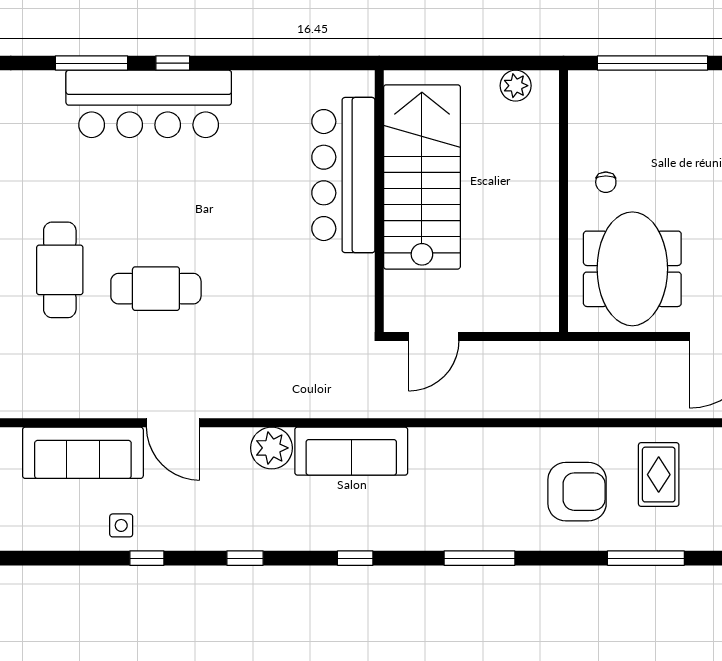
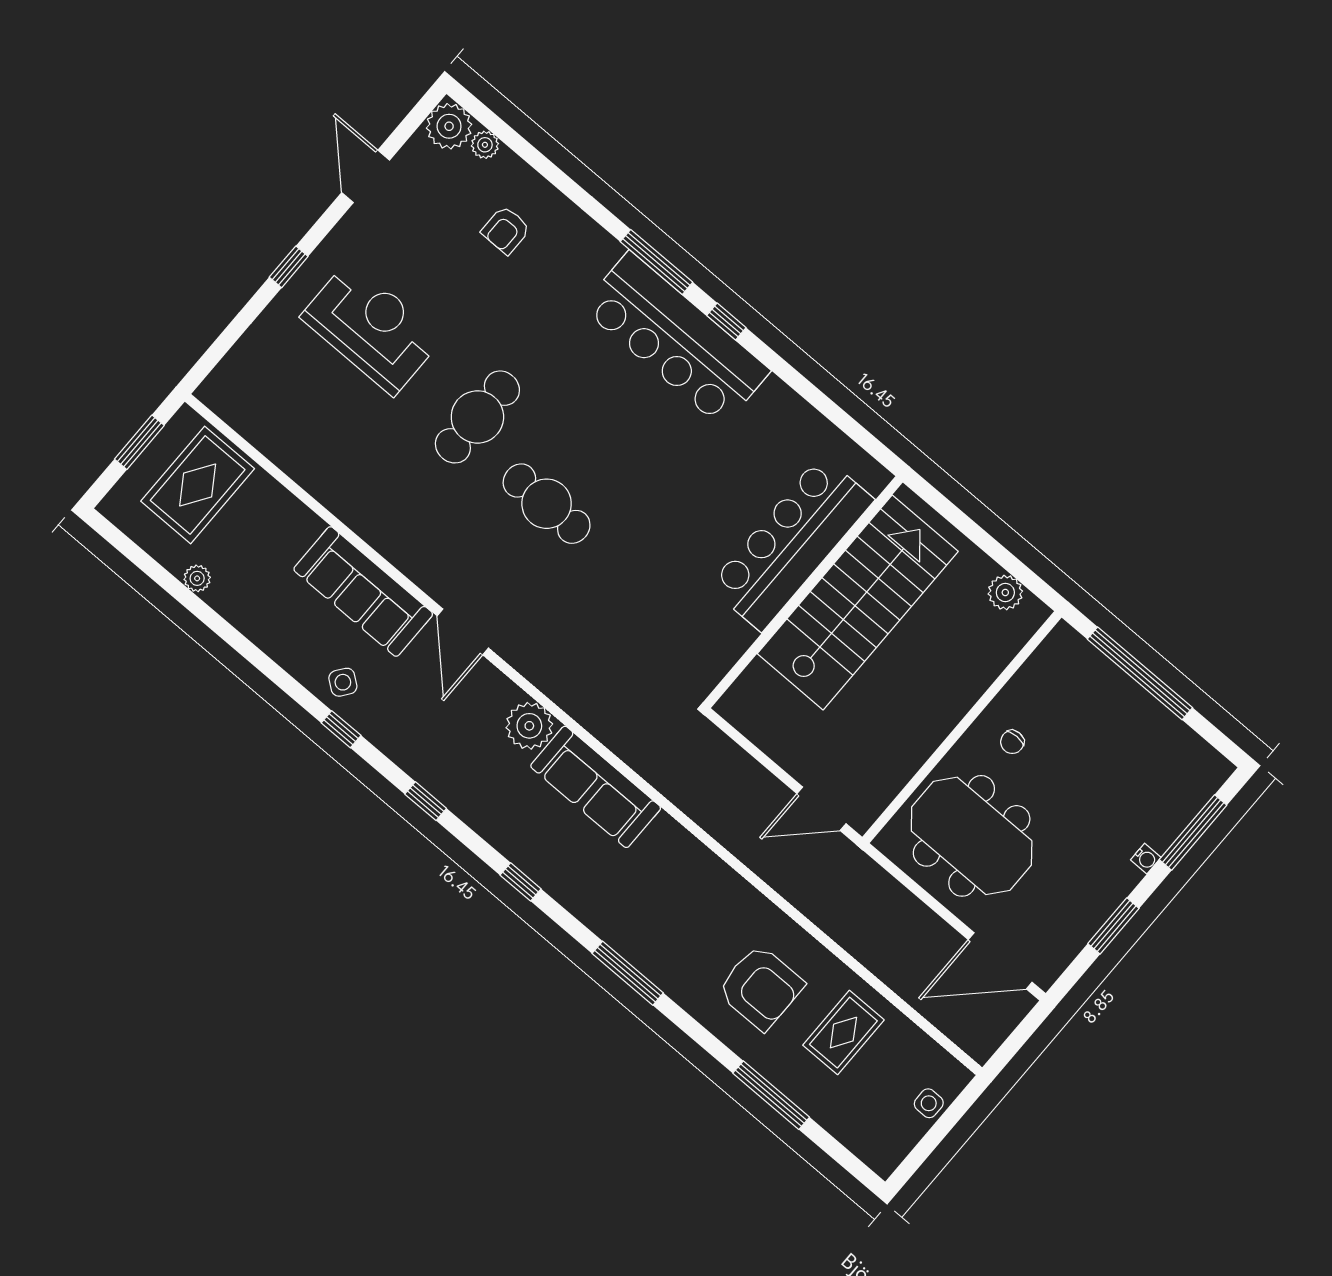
meeting table: (632, 269) -> (972, 836), turned 90
door: (434, 336) -> (821, 809), moved
side table: (121, 525) -> (343, 682), turned 37

